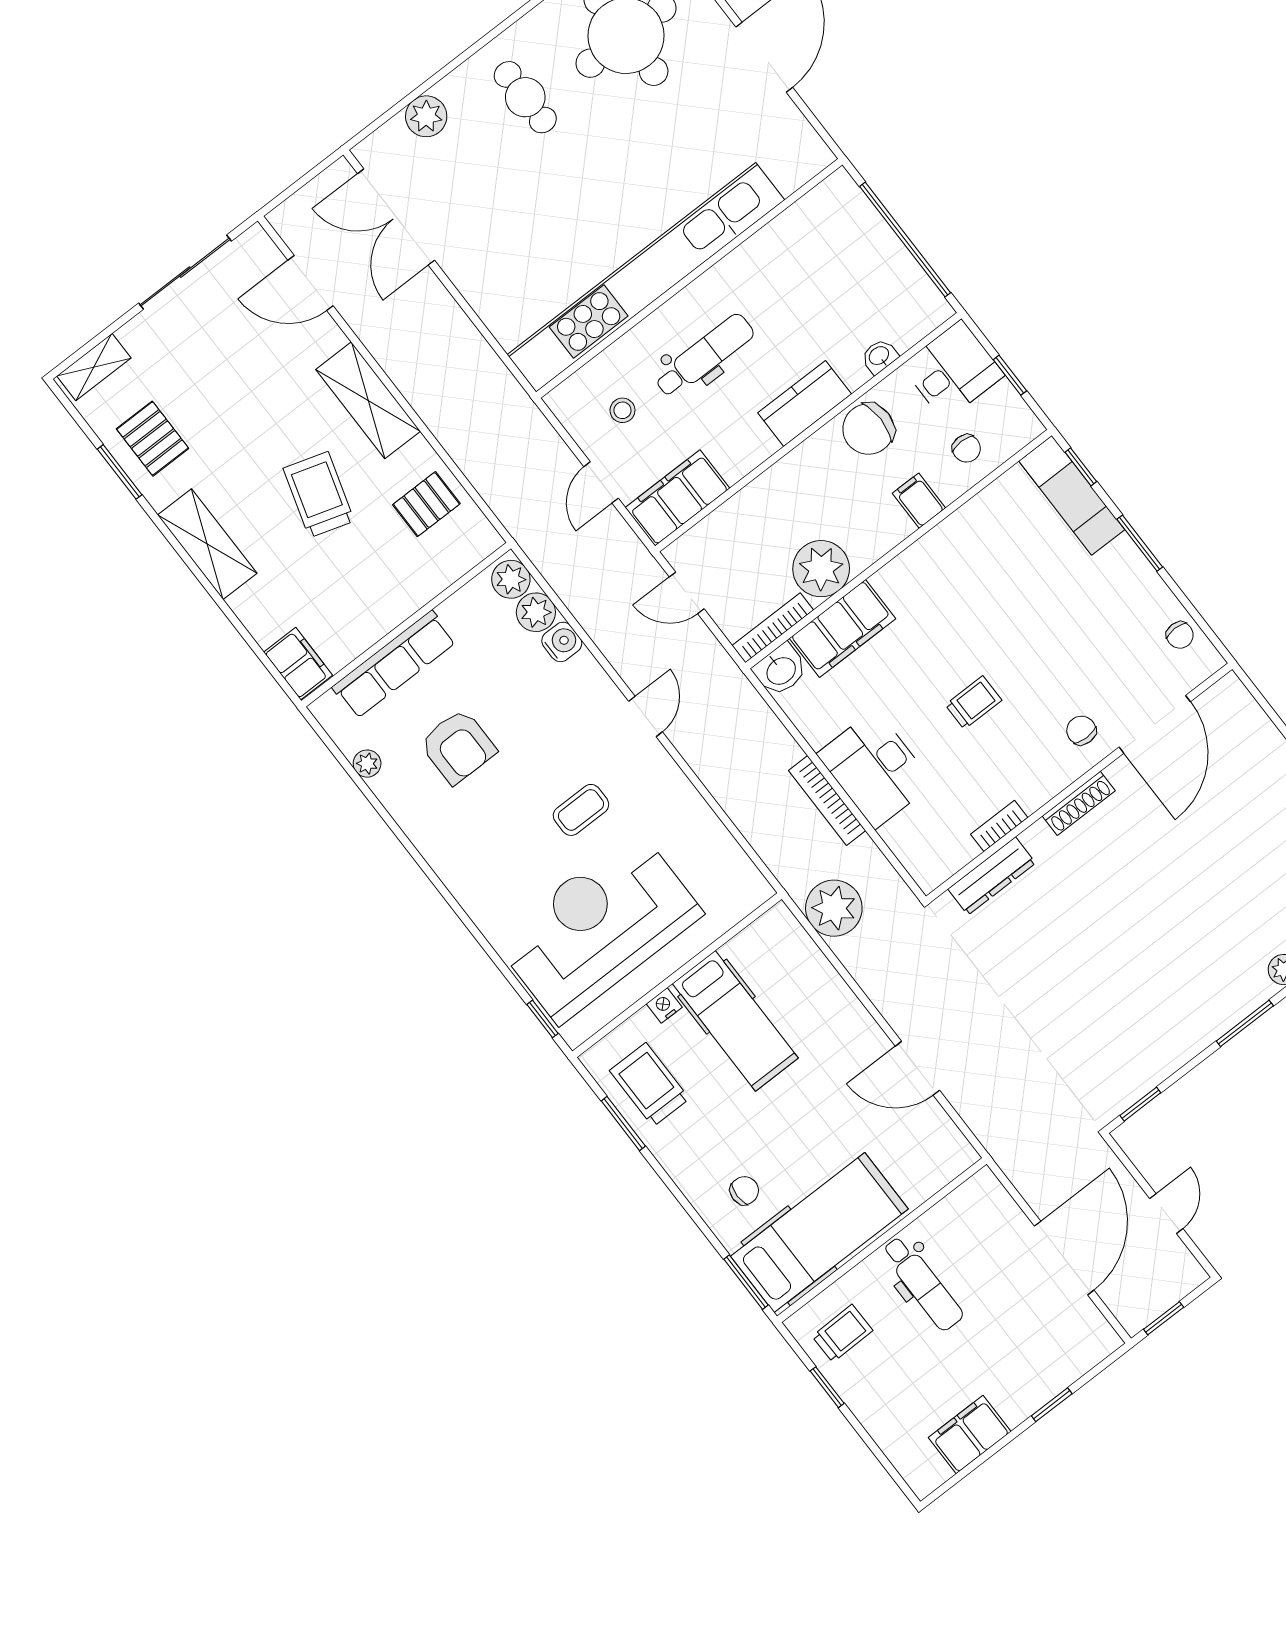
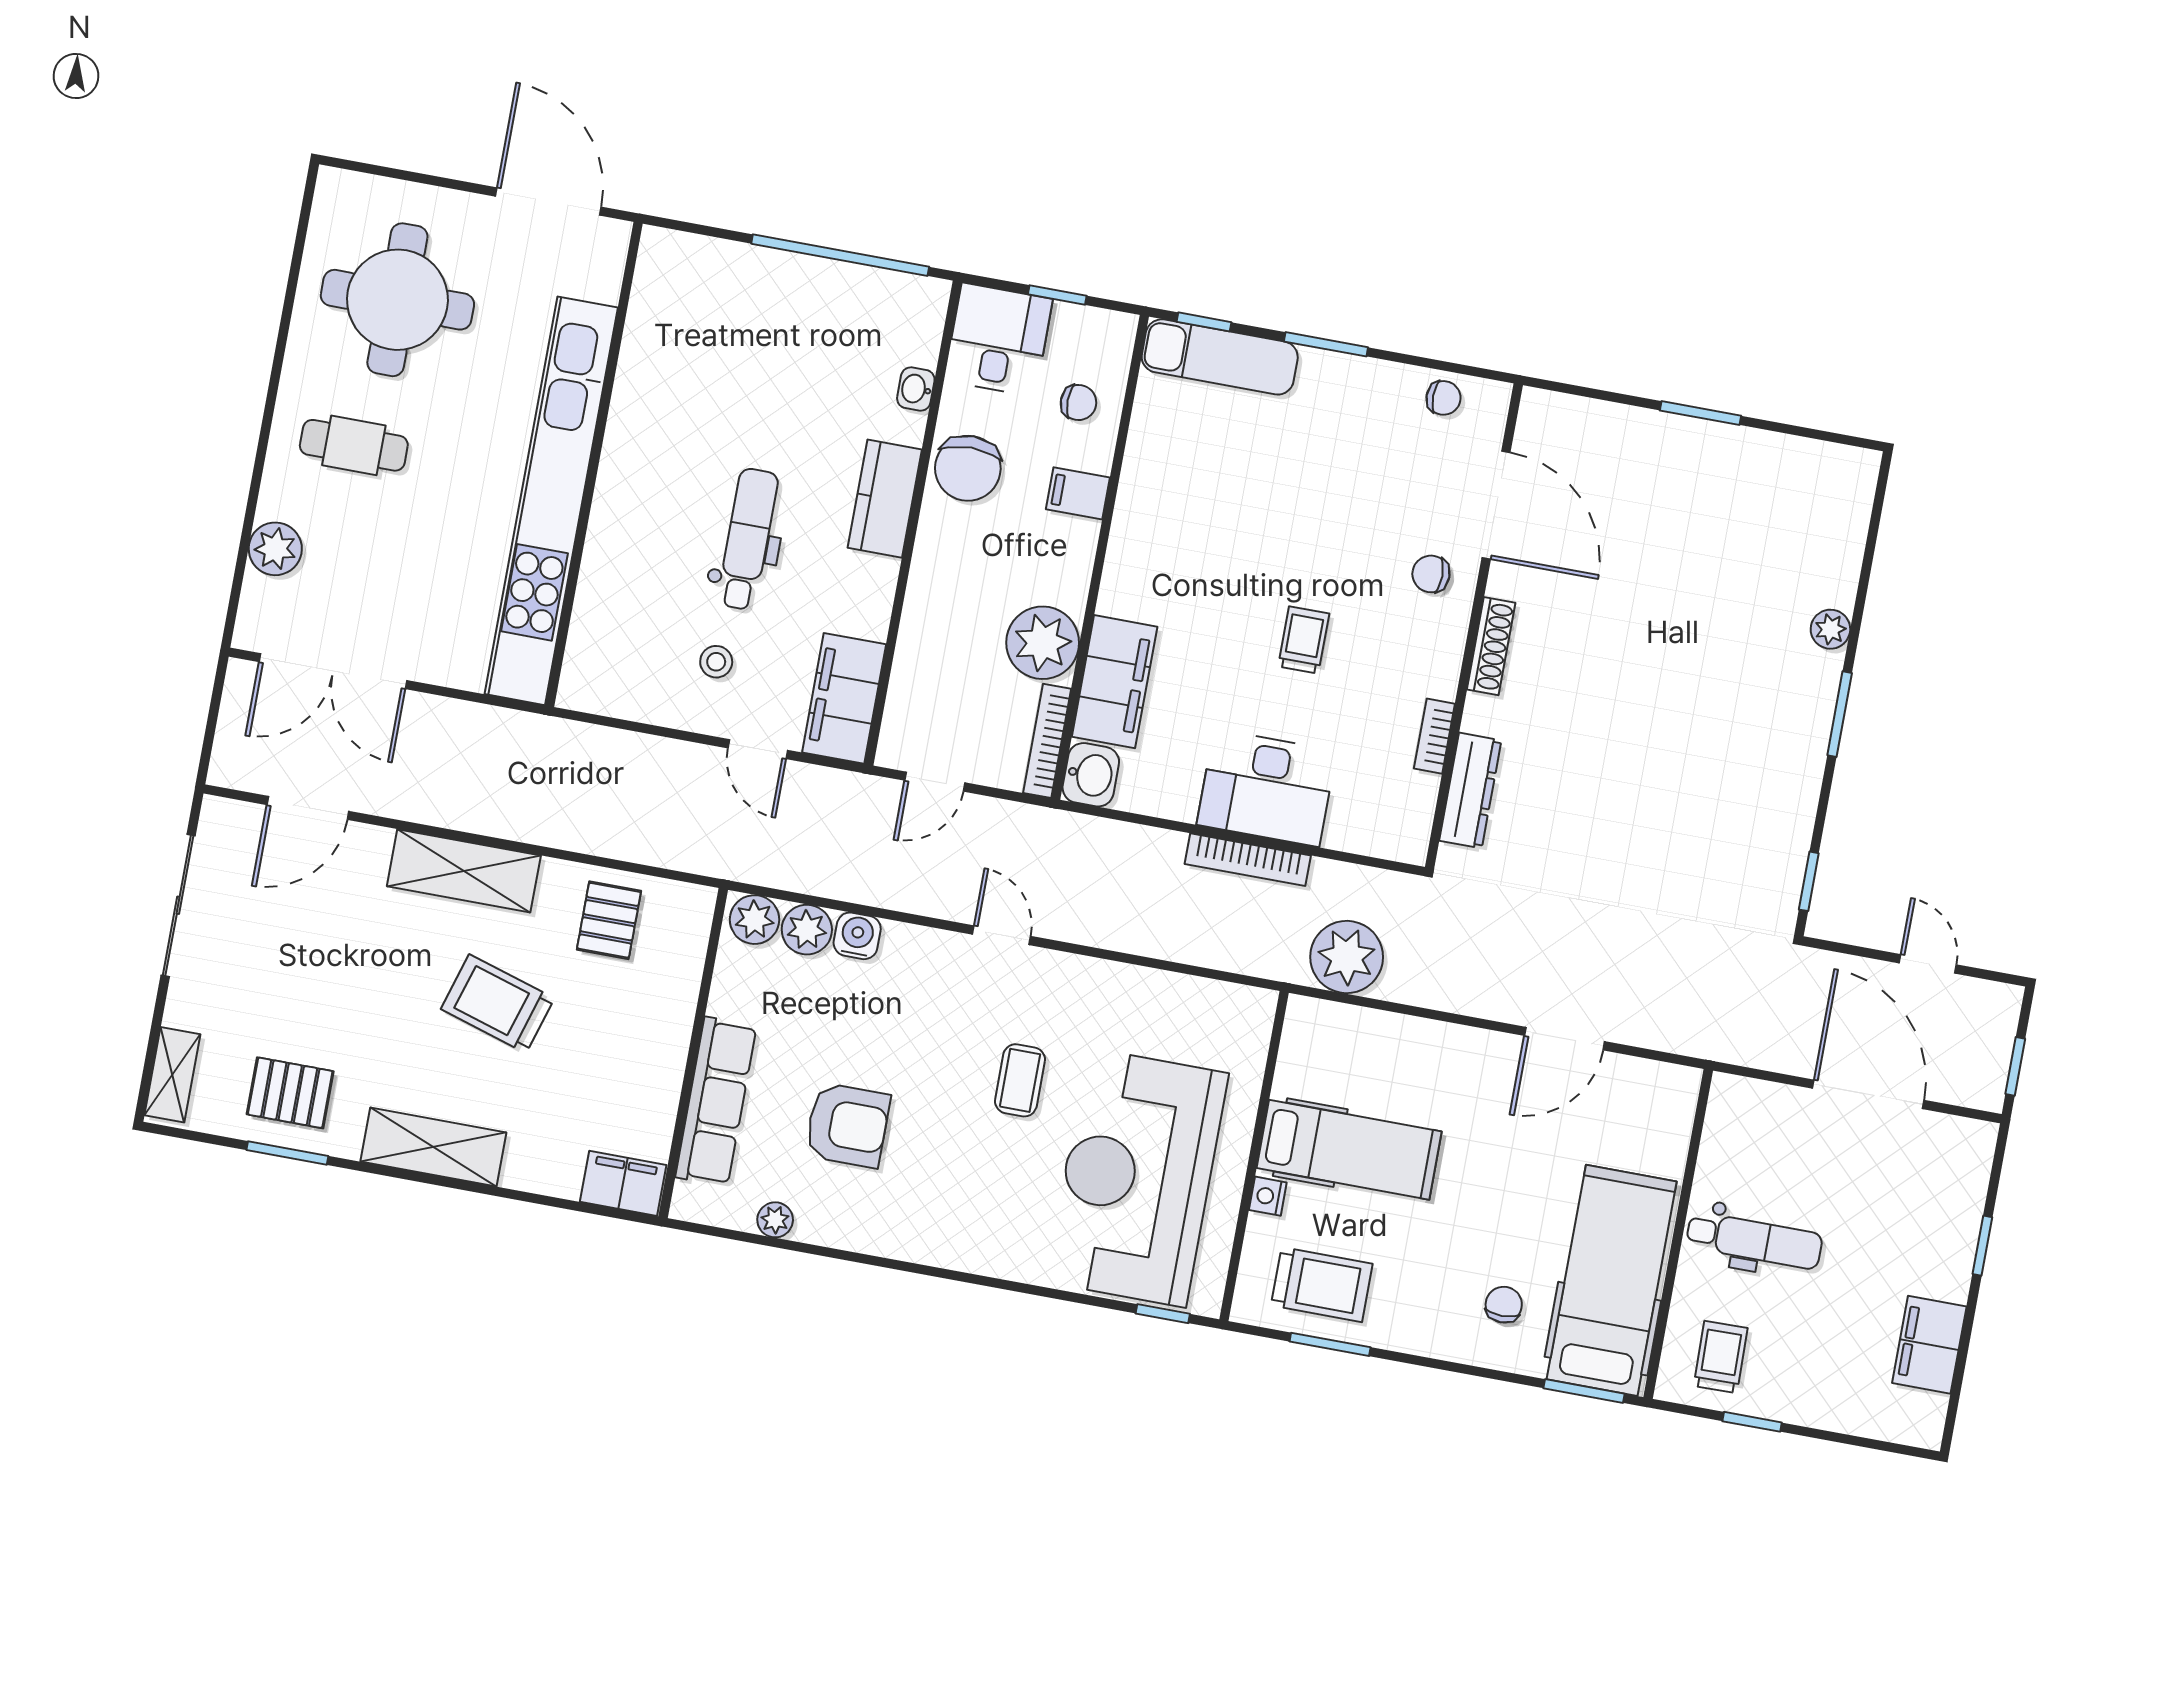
kitchen unit: (646, 277) -> (551, 501), moved
wall: (689, 278) -> (594, 464), moved
trolley: (649, 1085) -> (1322, 1285), turned 180

